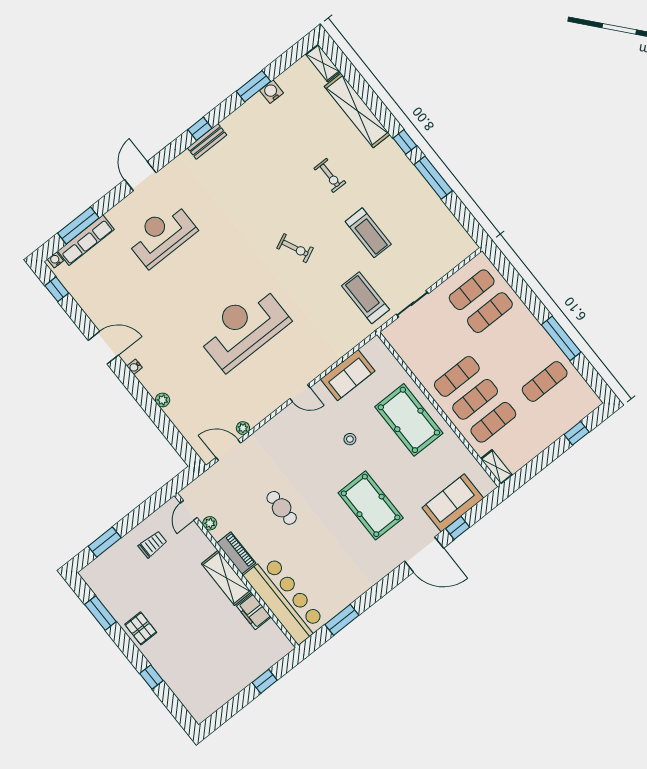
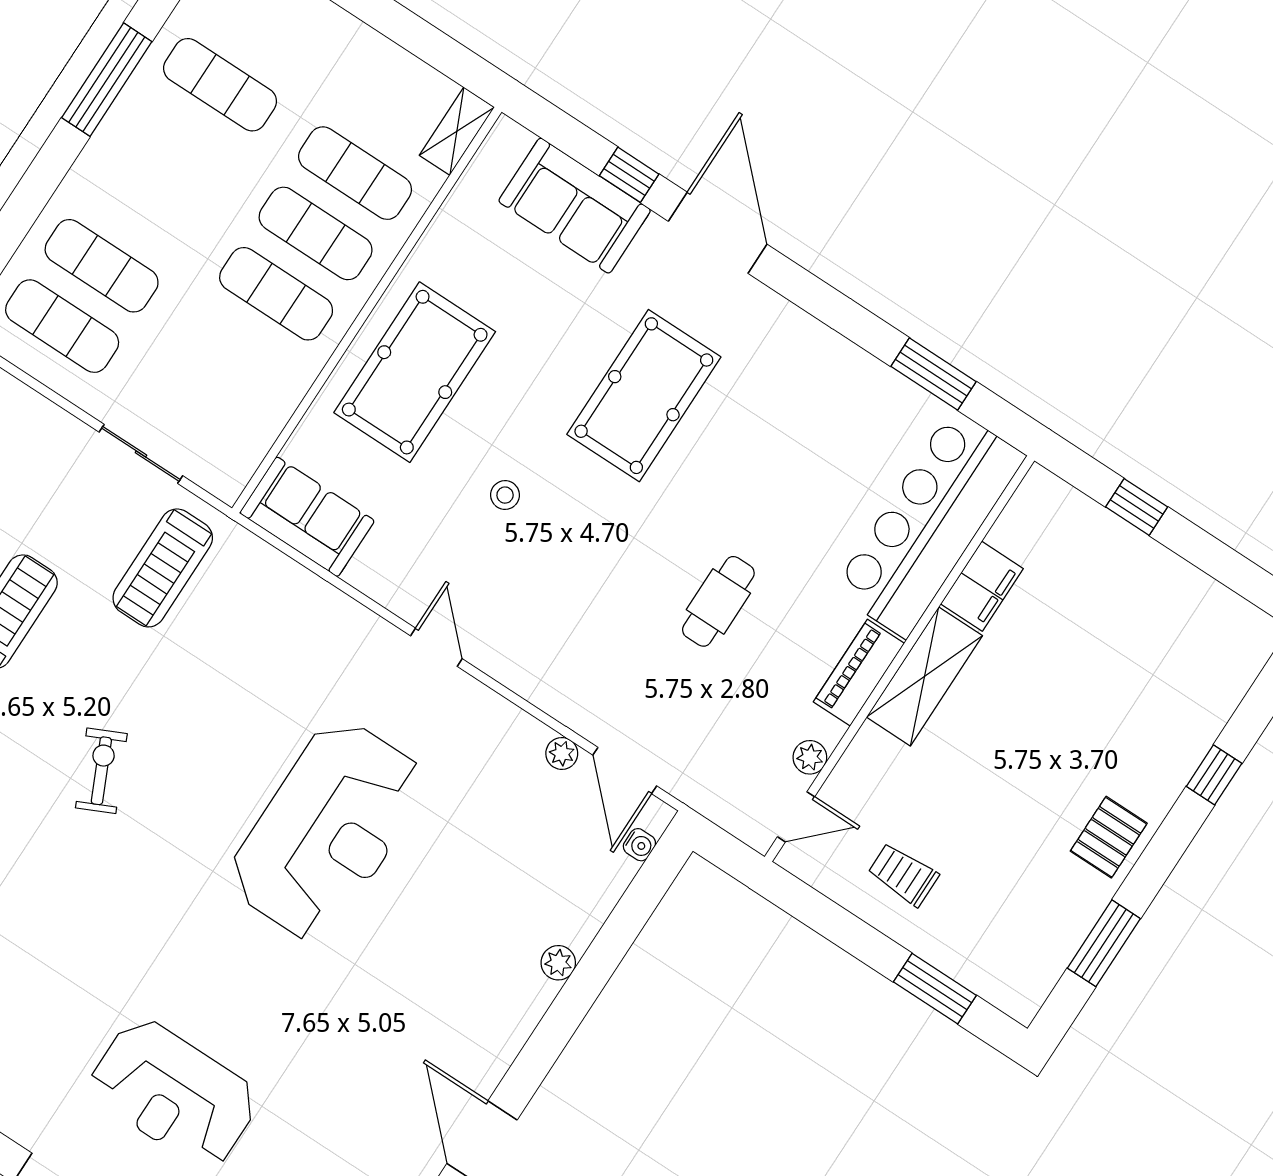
reception desk: (243, 328) -> (327, 830), turned -90
water cooler: (135, 367) -> (639, 845), moved
sofa: (348, 375) -> (307, 517), moved

